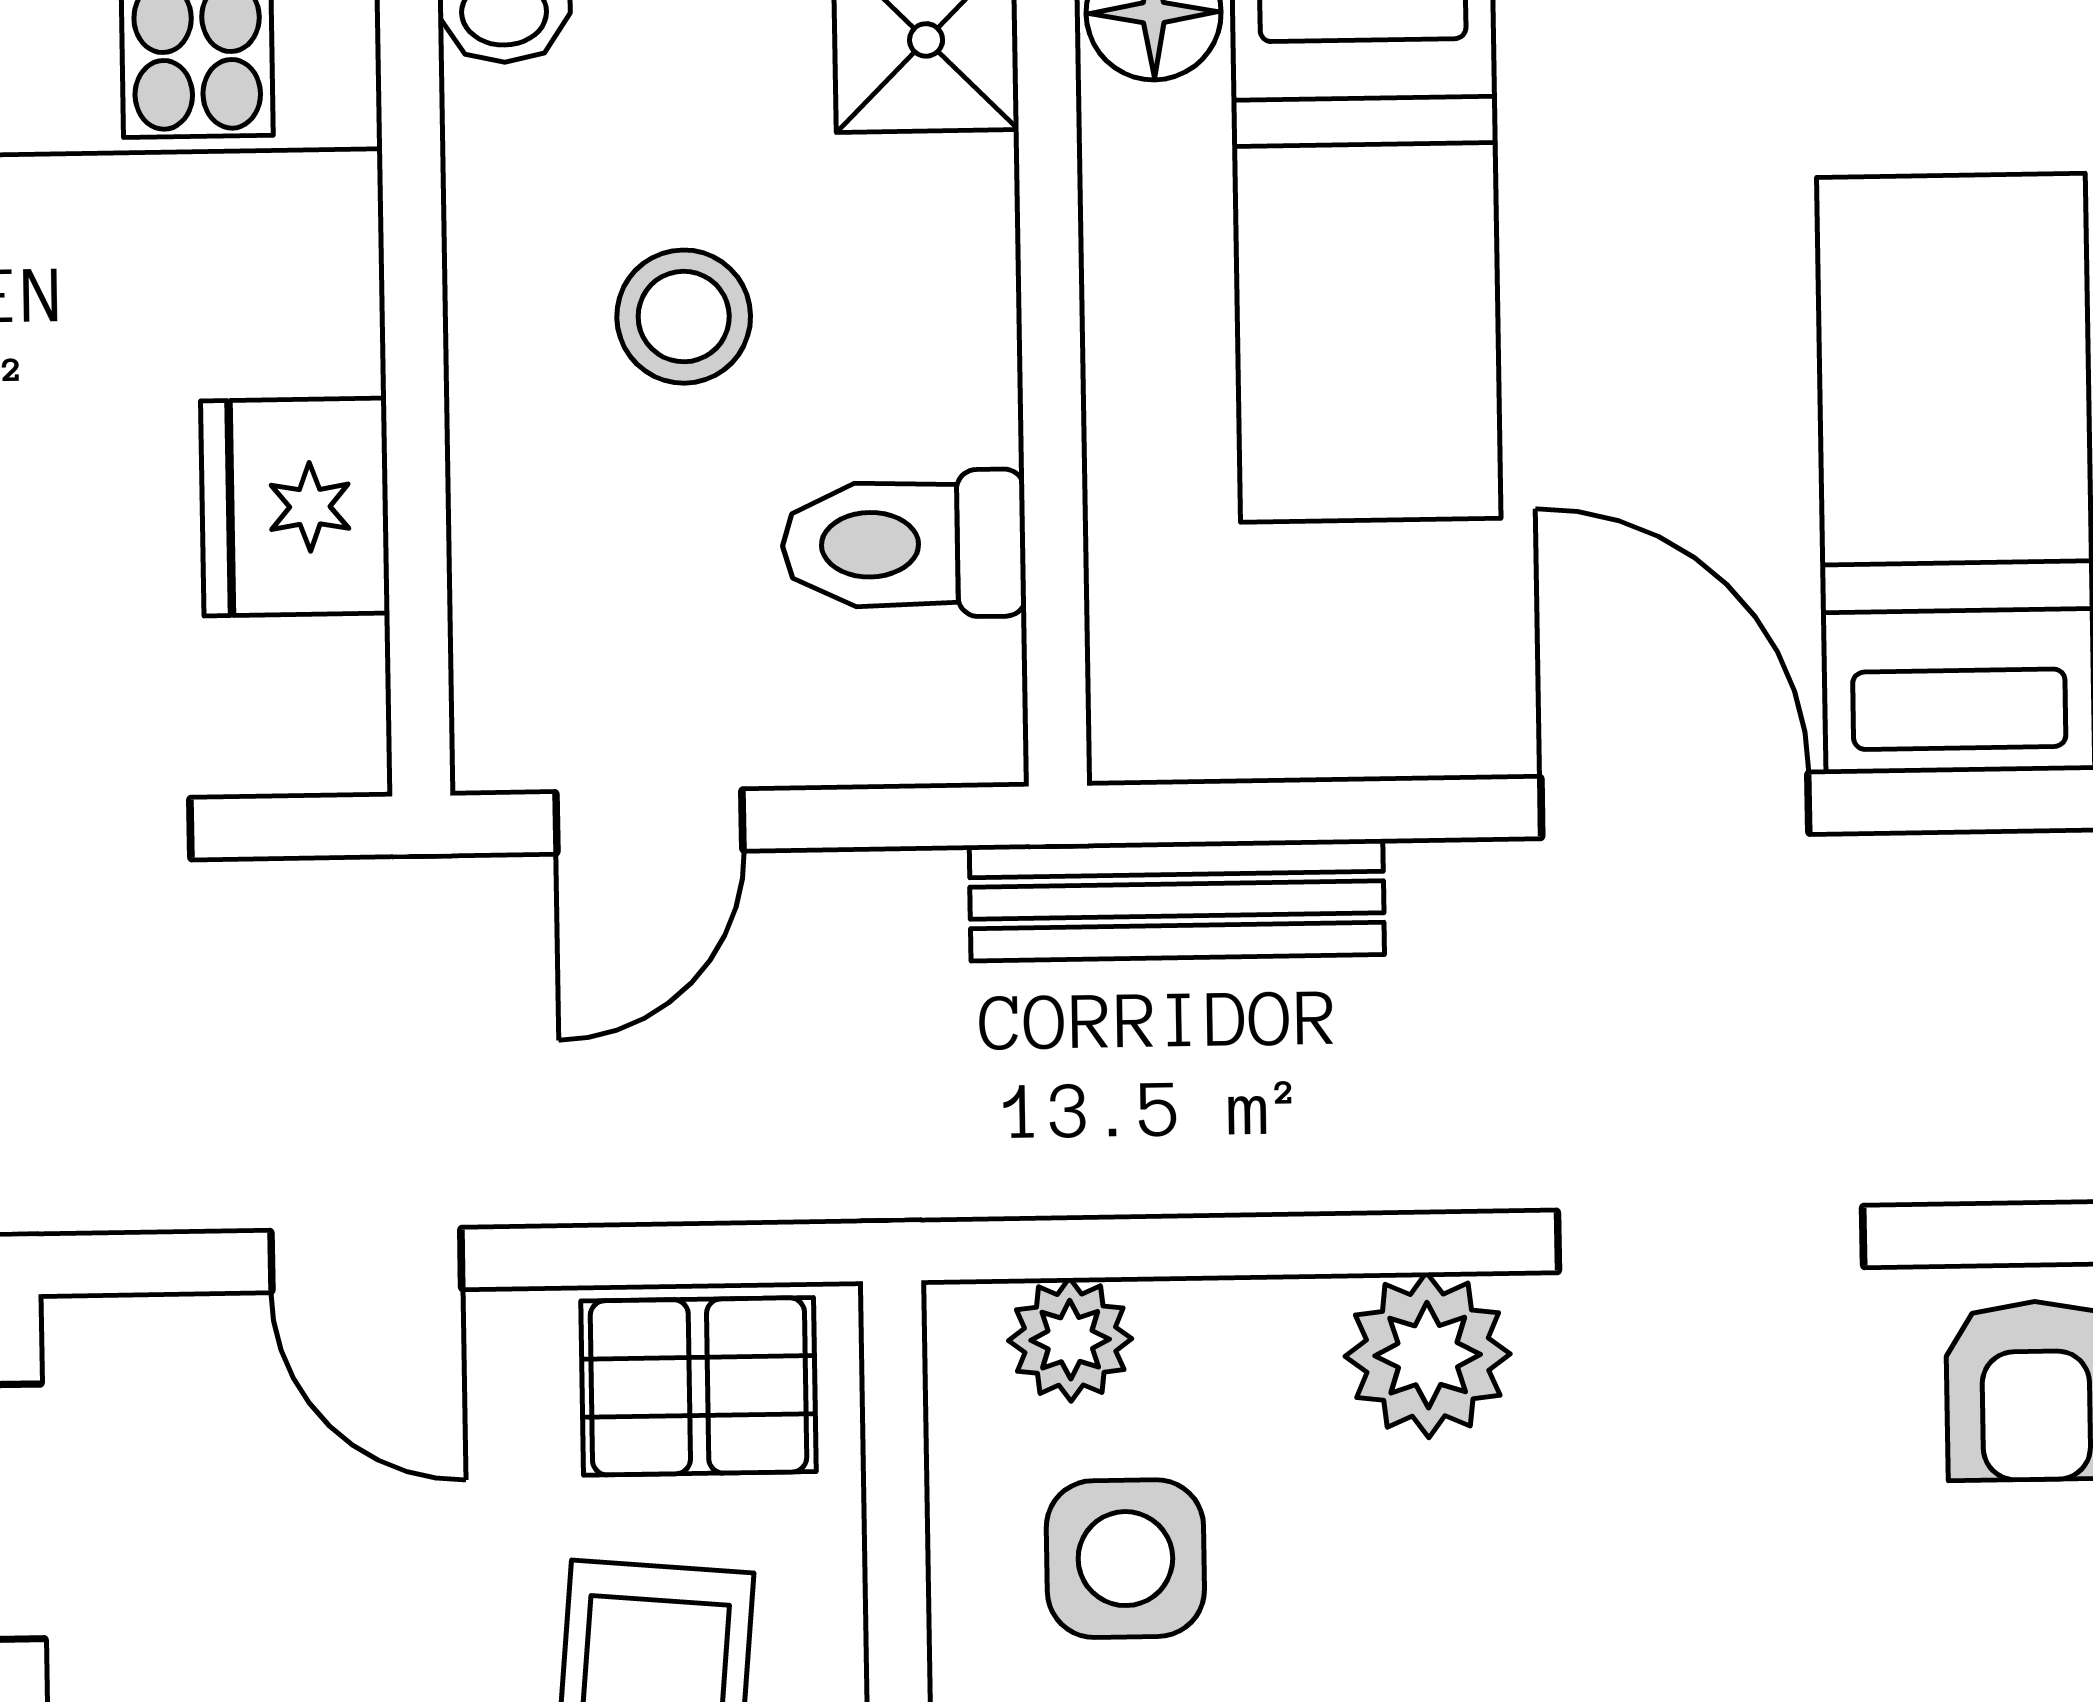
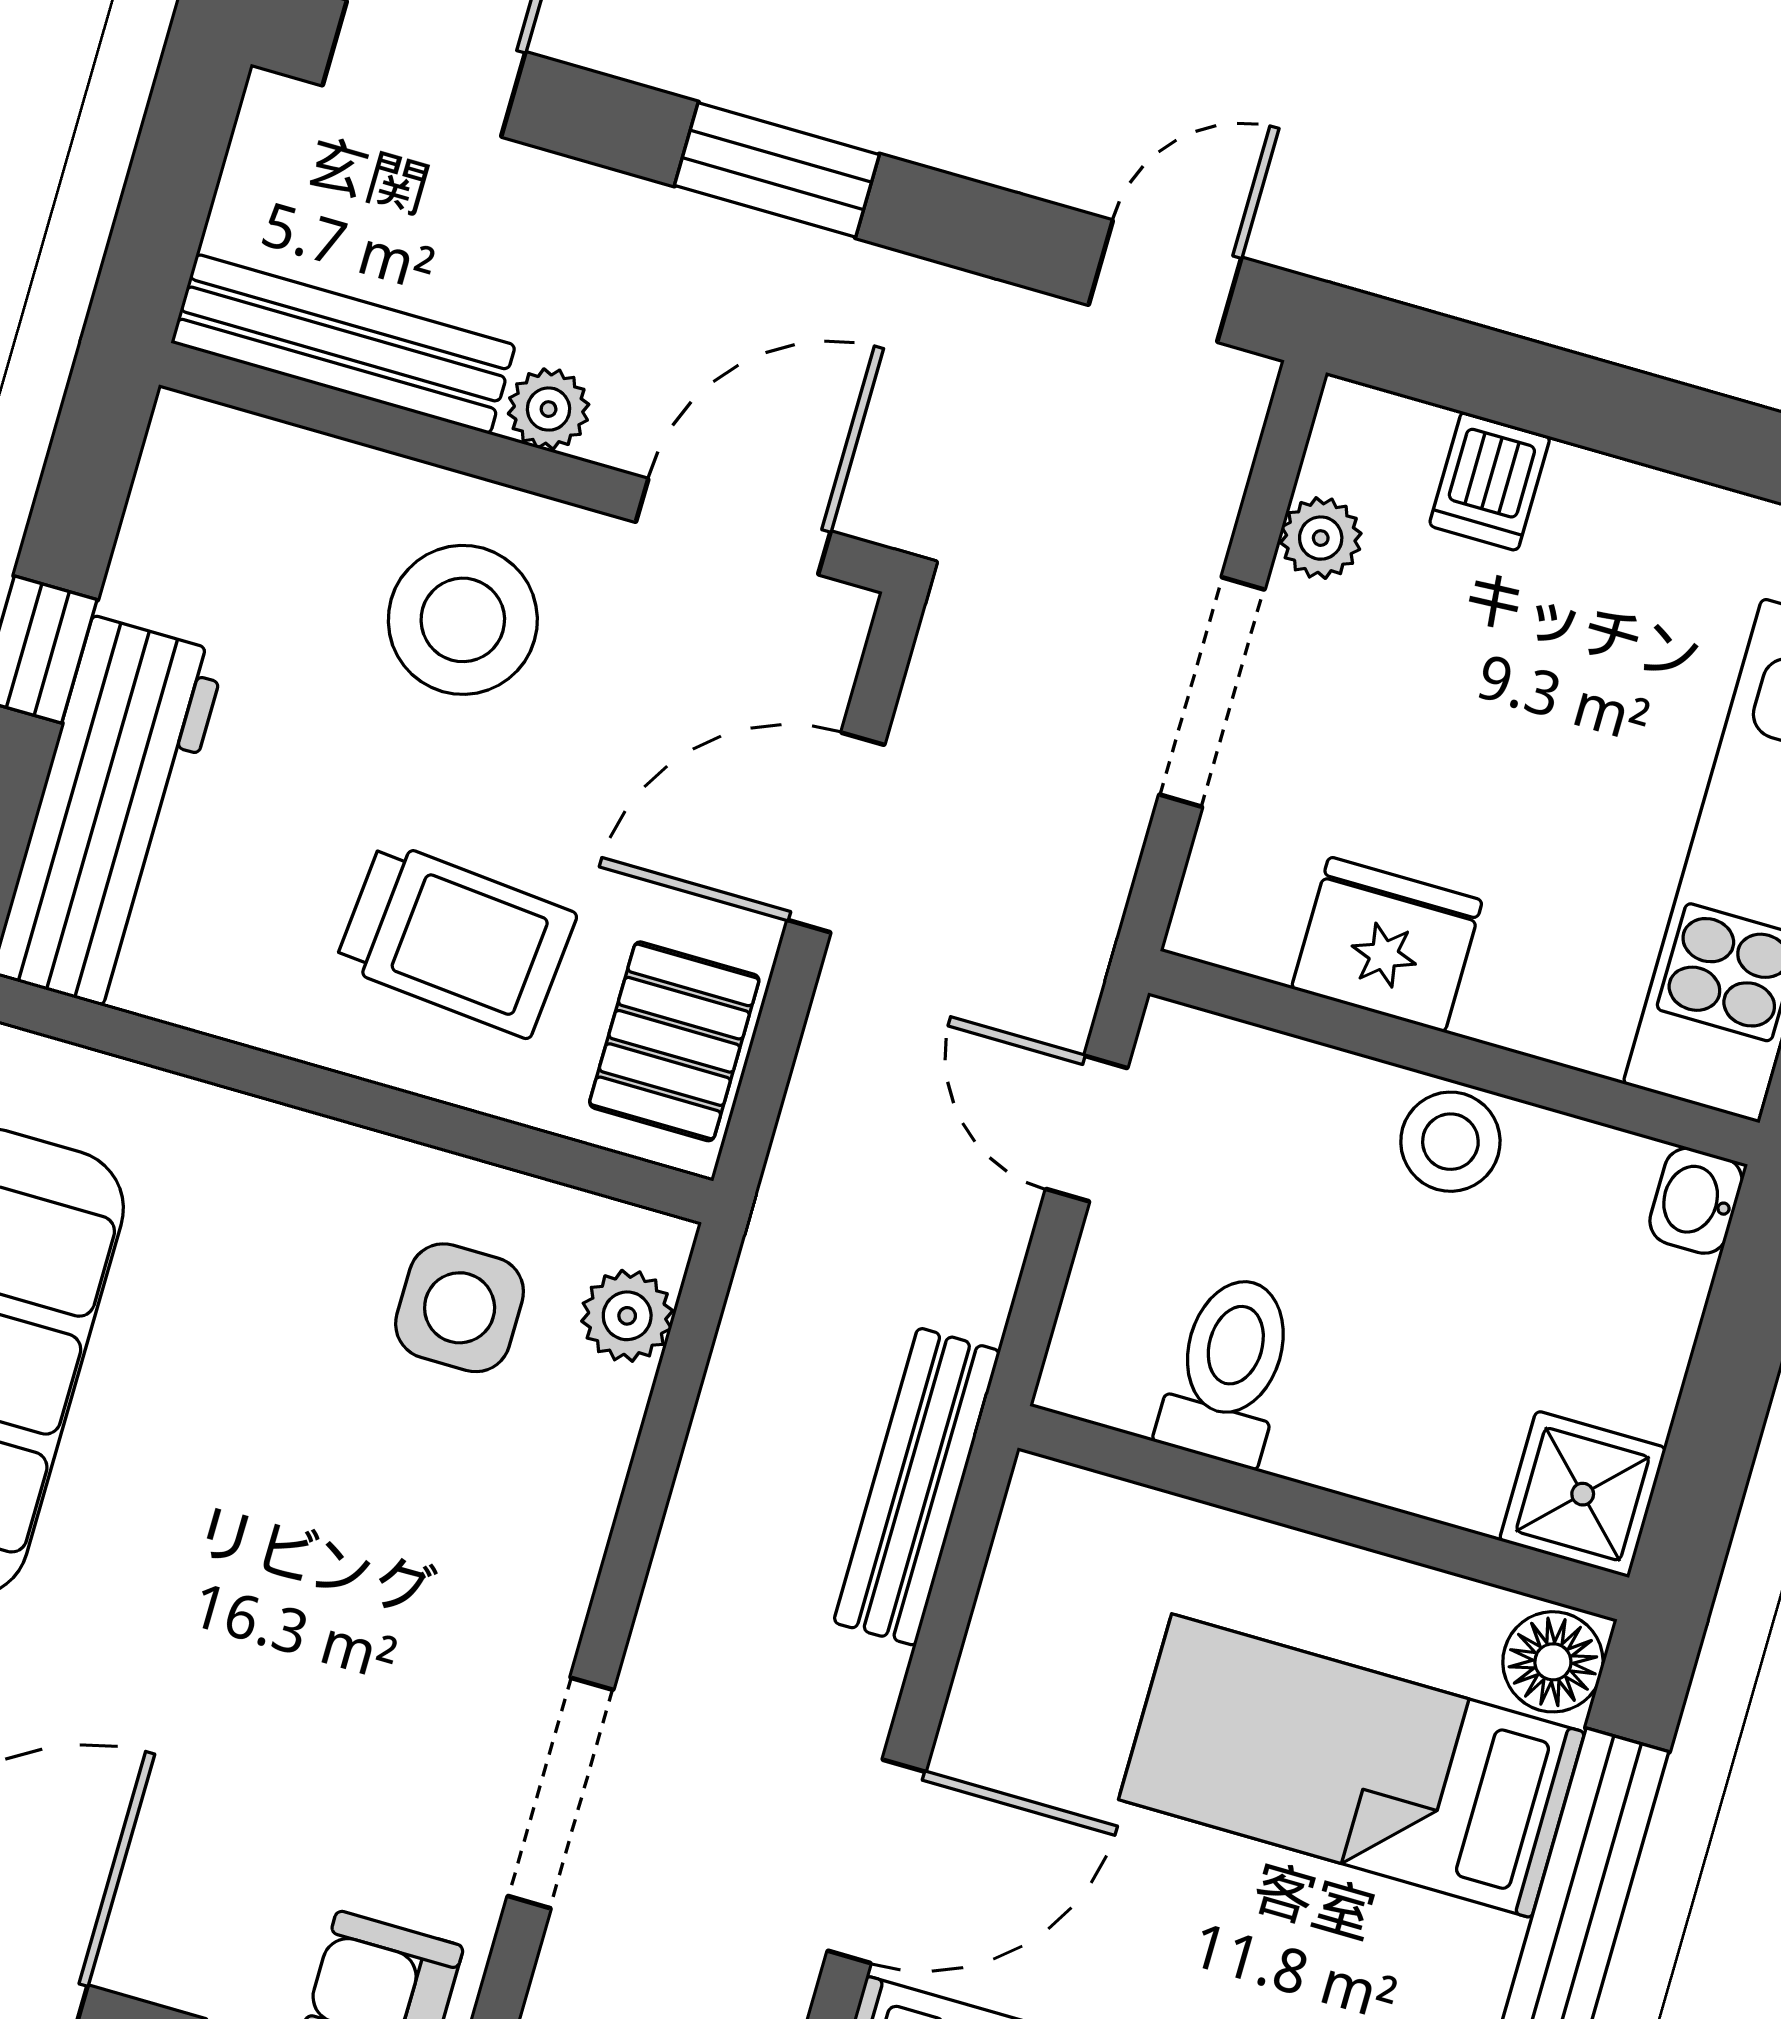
stool: (684, 317) -> (1450, 1142), moved
door: (366, 1260) -> (836, 832), width x1.37
plant: (1428, 1355) -> (539, 1567), removed

